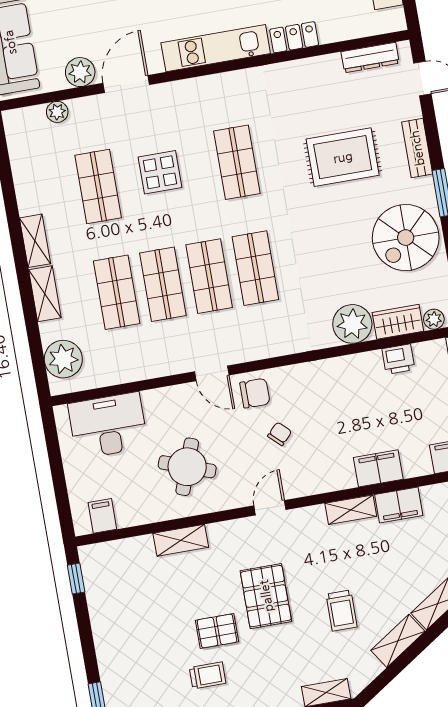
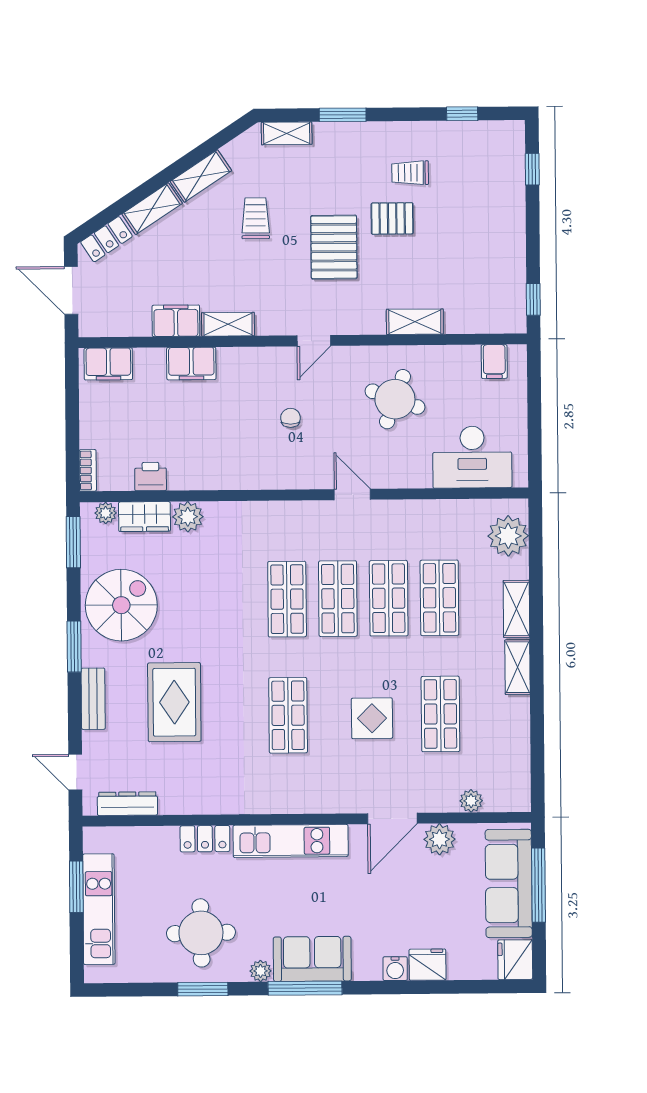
rug: (343, 157) -> (174, 702), turned 90
plant: (352, 324) -> (188, 517), width x0.73, depth x0.73
chair: (255, 393) -> (310, 466), removed
chair: (280, 434) -> (290, 418), turned 136

